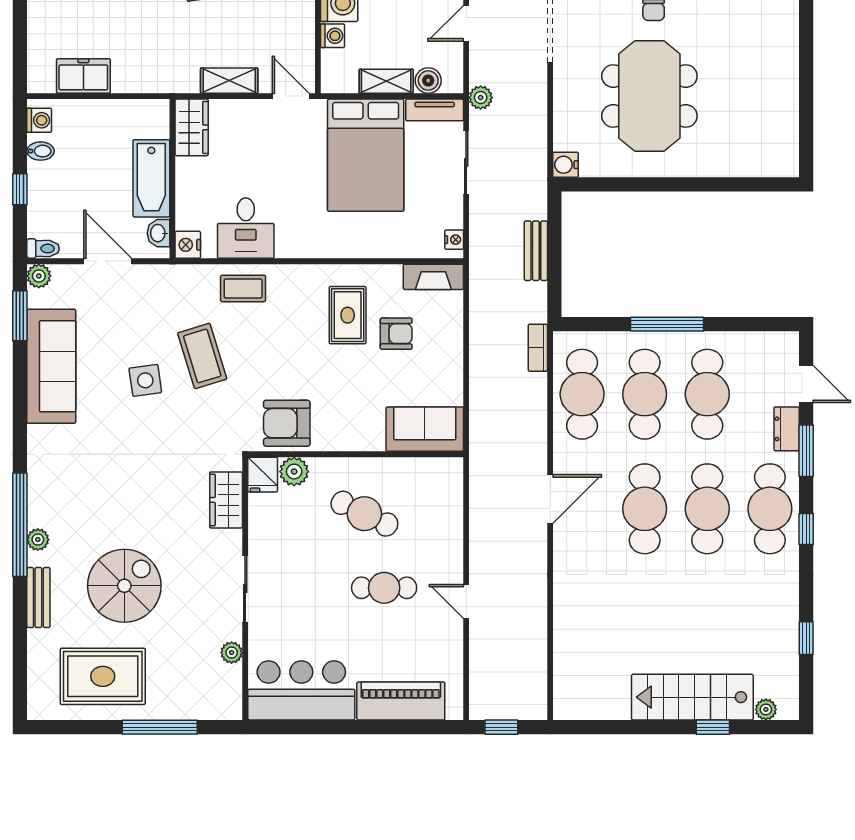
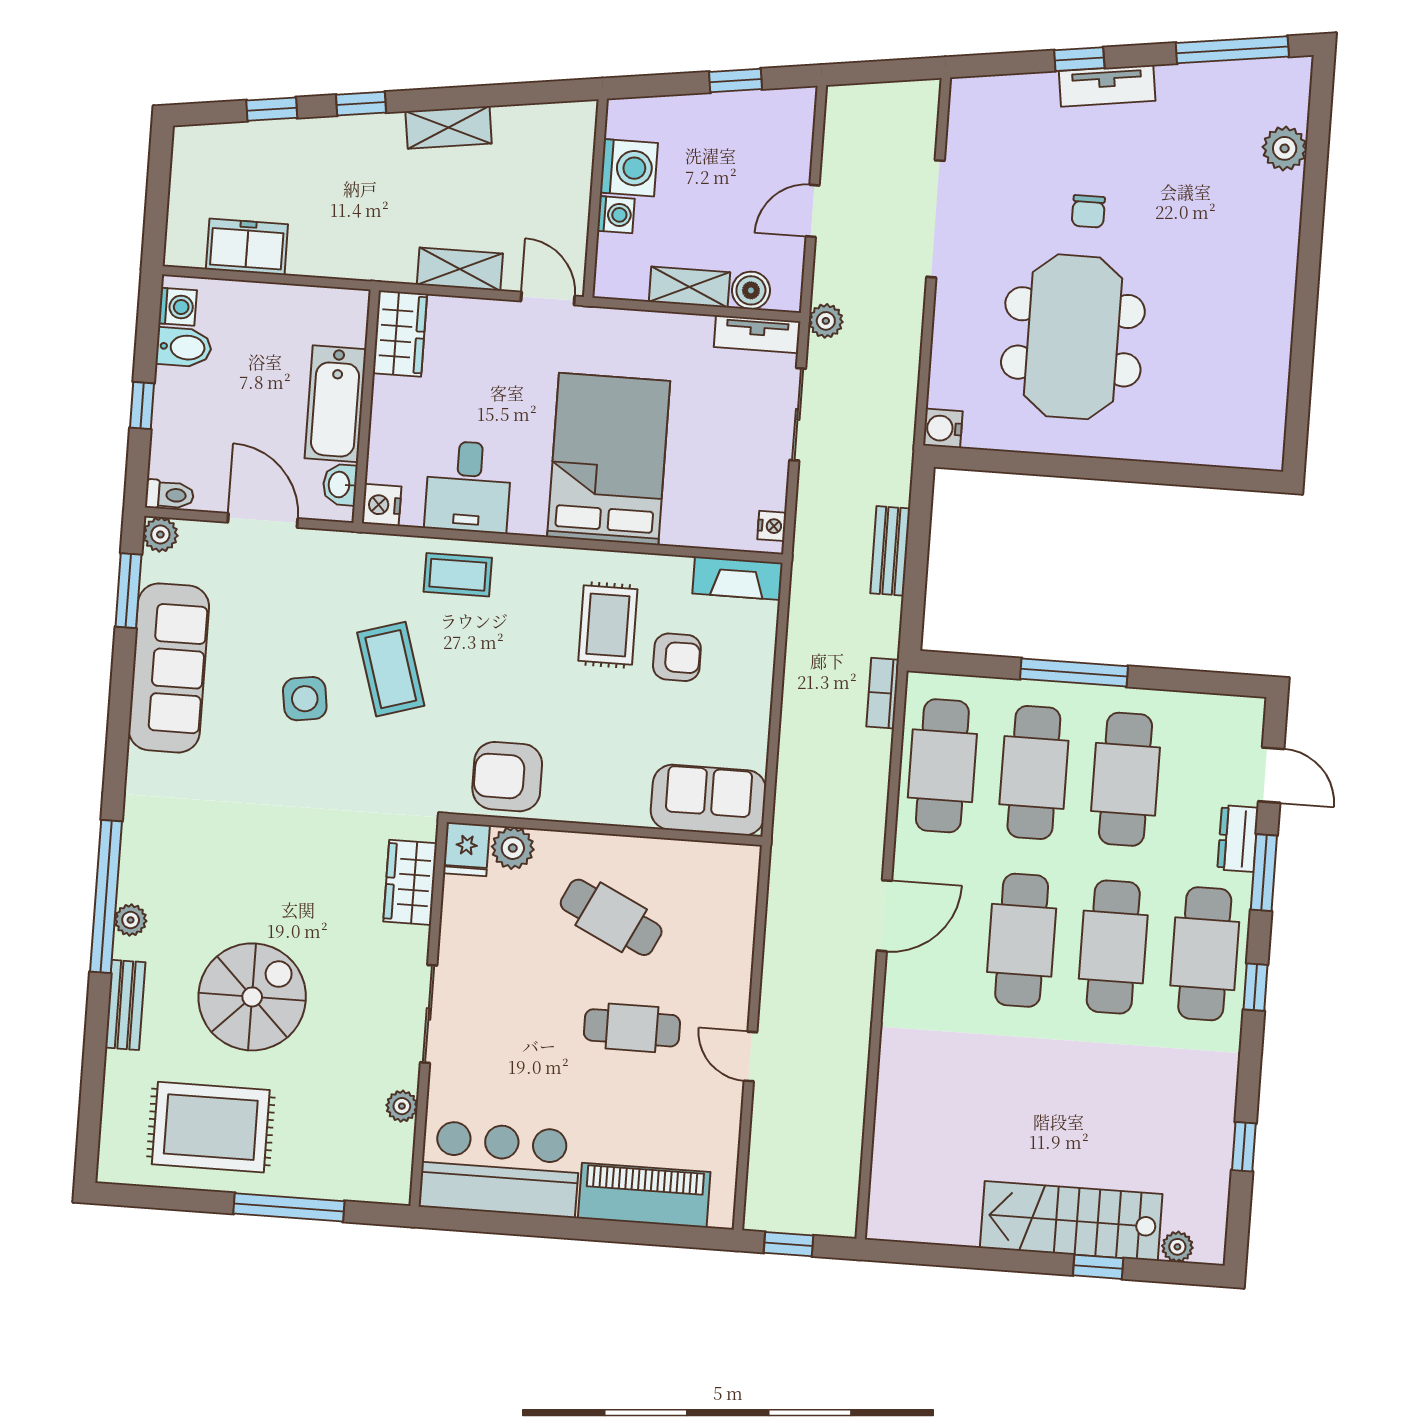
bidet: (41, 151) -> (184, 347), width x1.38, depth x1.36
bed: (366, 155) -> (609, 459), moved, turned 180

